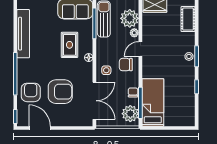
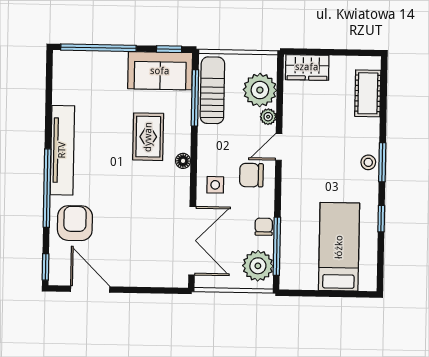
tv unit: (23, 34) -> (62, 150), moved
armchair: (60, 92) -> (129, 223), removed
bed: (153, 102) -> (339, 247), moved

